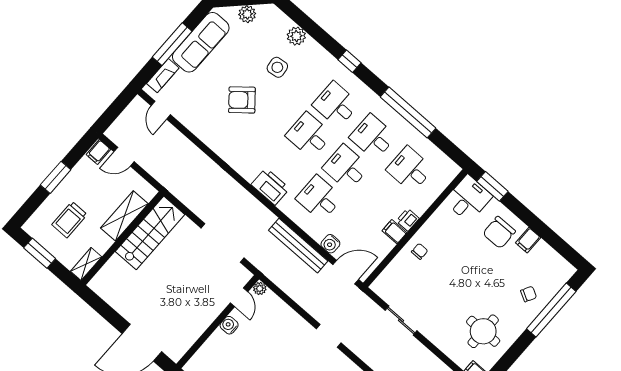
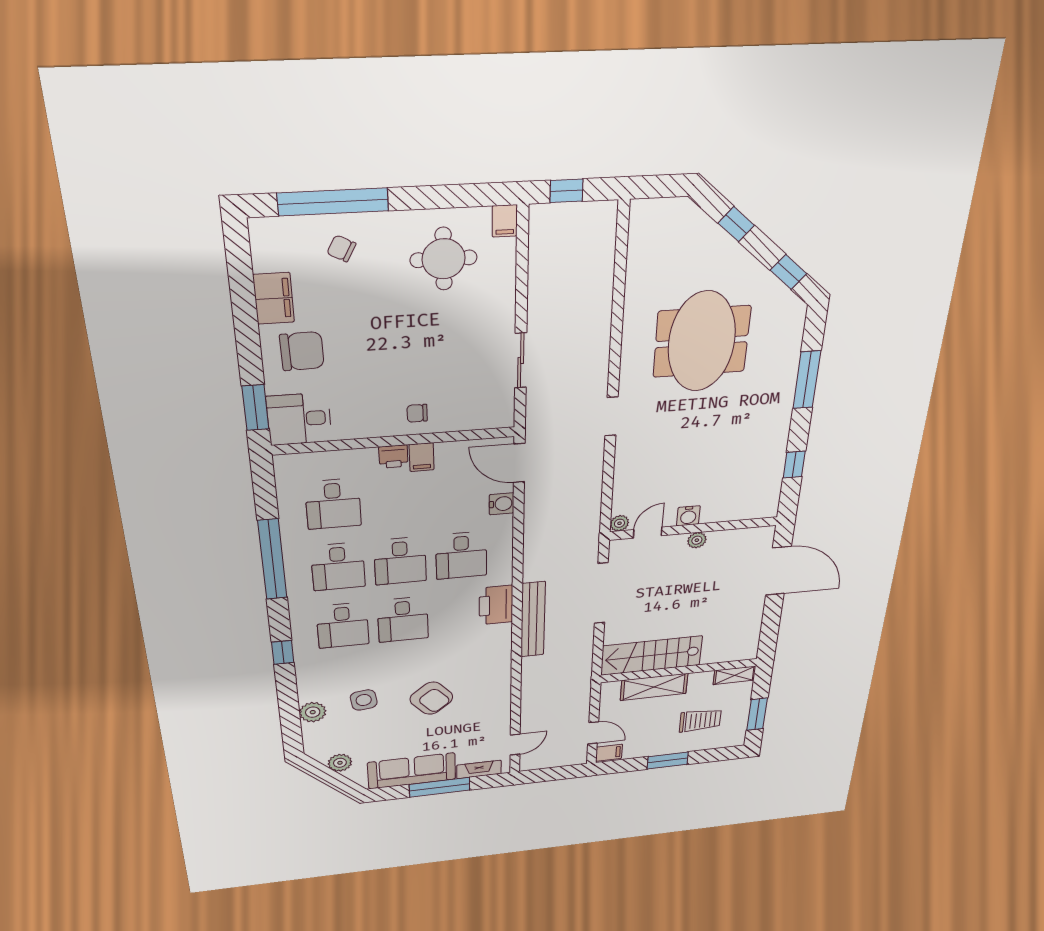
filing cabinet: (528, 240) -> (274, 298), width x2.00
bench: (298, 246) -> (533, 620), moved
plant: (208, 317) -> (697, 540), added

